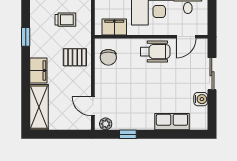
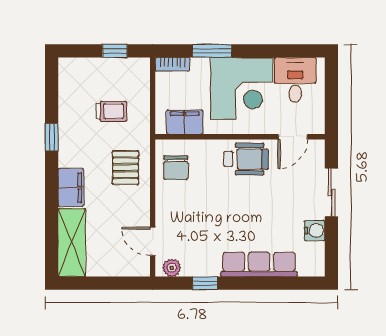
pallet: (75, 57) -> (125, 168), turned 90
row of seats: (172, 122) -> (259, 264), width x1.48

